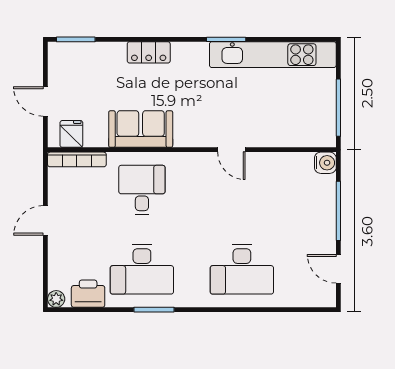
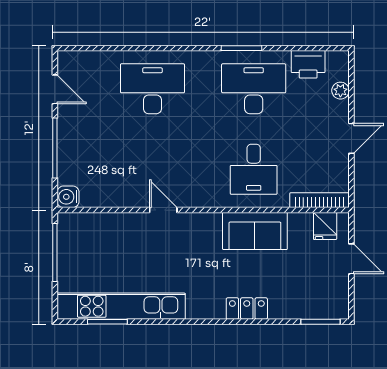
window: (226, 39) -> (107, 322), moved
plant: (56, 299) -> (340, 91), moved

